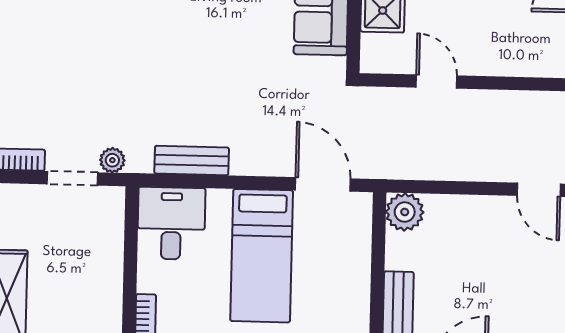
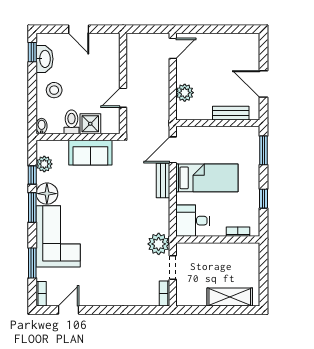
plant: (112, 160) -> (159, 244), width x1.87, depth x1.87
bench: (192, 161) -> (163, 181), moved
plant: (405, 212) -> (185, 93), moved

